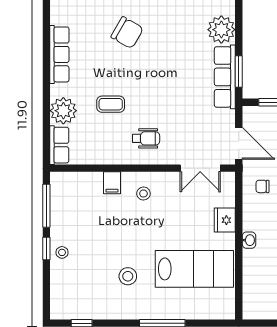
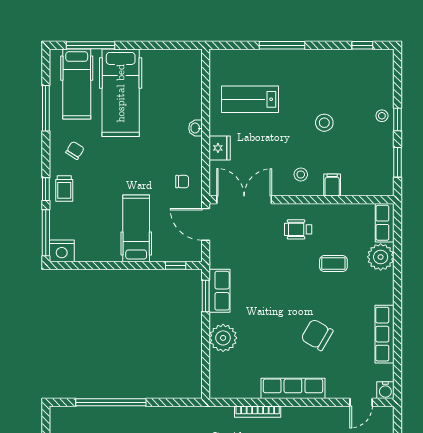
row of seats: (59, 54) -> (385, 334), moved
row of seats: (225, 77) -> (220, 291), width x0.68
double door: (200, 168) -> (244, 200), width x1.37
window: (46, 206) -> (397, 162), width x0.69
lab bench: (194, 269) -> (250, 99), width x0.73, depth x0.72
stool: (128, 276) -> (324, 123), moved

